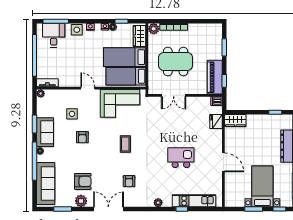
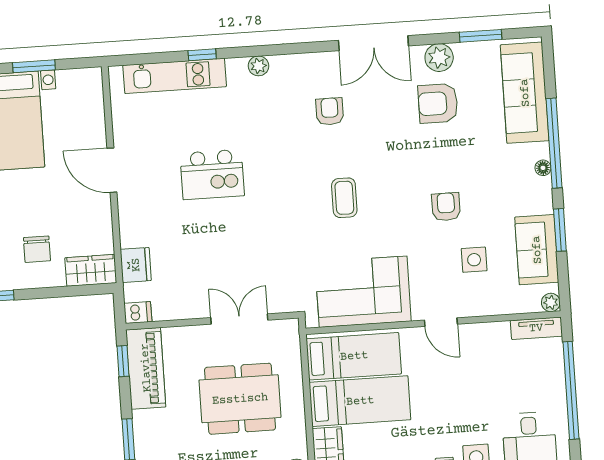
chair: (258, 131) -> (37, 249), added
sofa: (45, 132) -> (537, 250), moved

